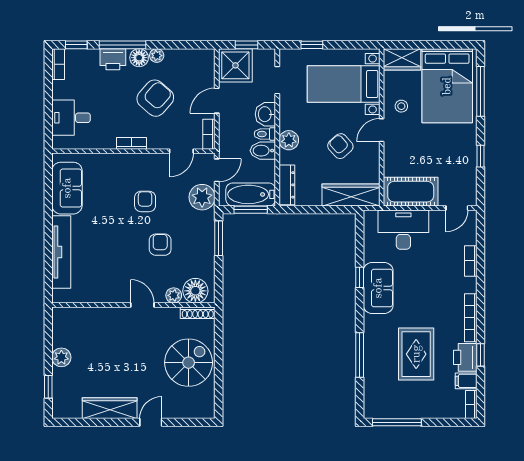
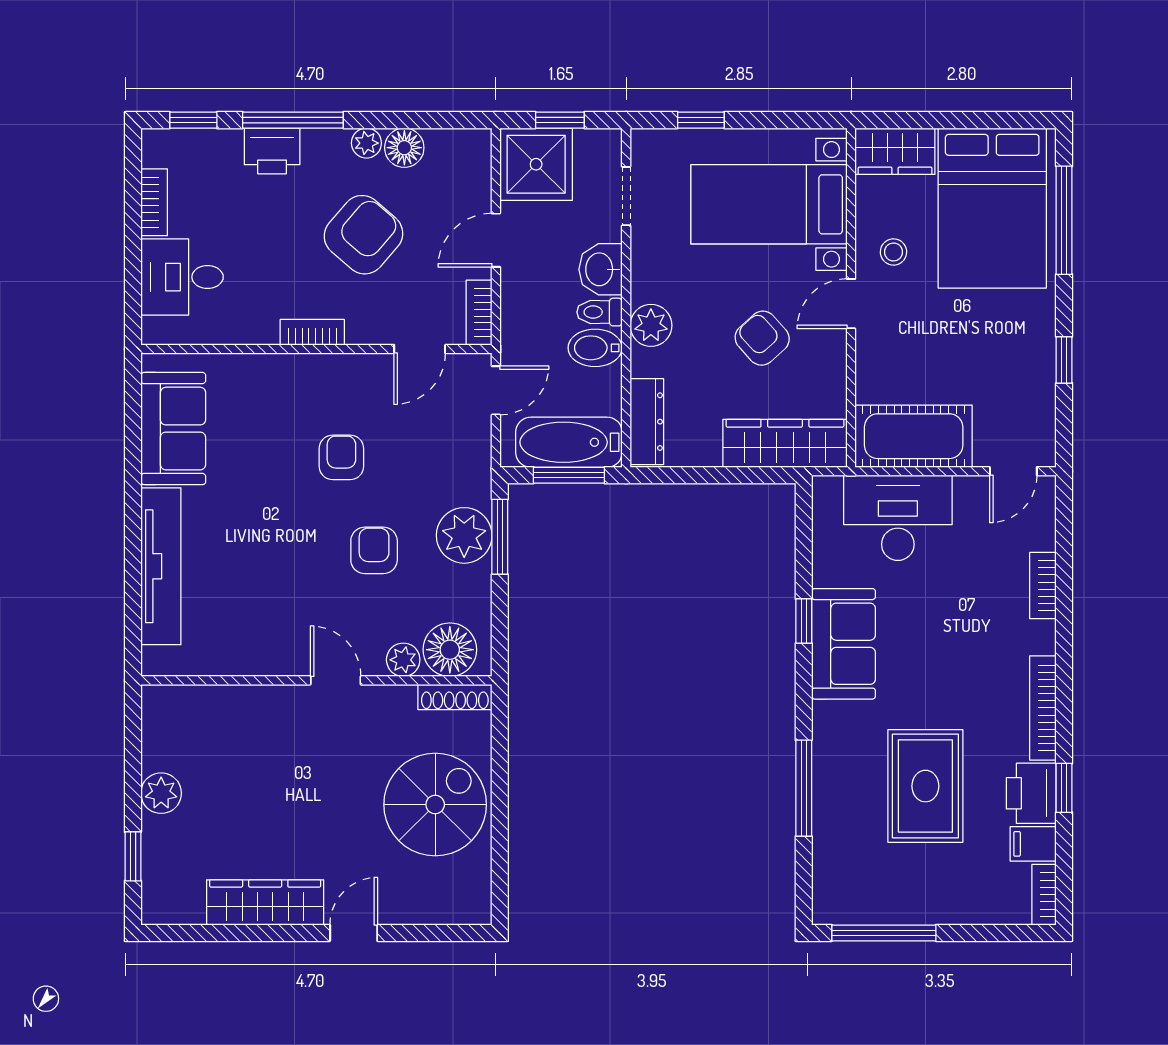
floor lamp: (139, 58) -> (404, 148), moved
bookcase: (58, 64) -> (154, 202), moved
plant: (202, 197) -> (464, 535), moved

